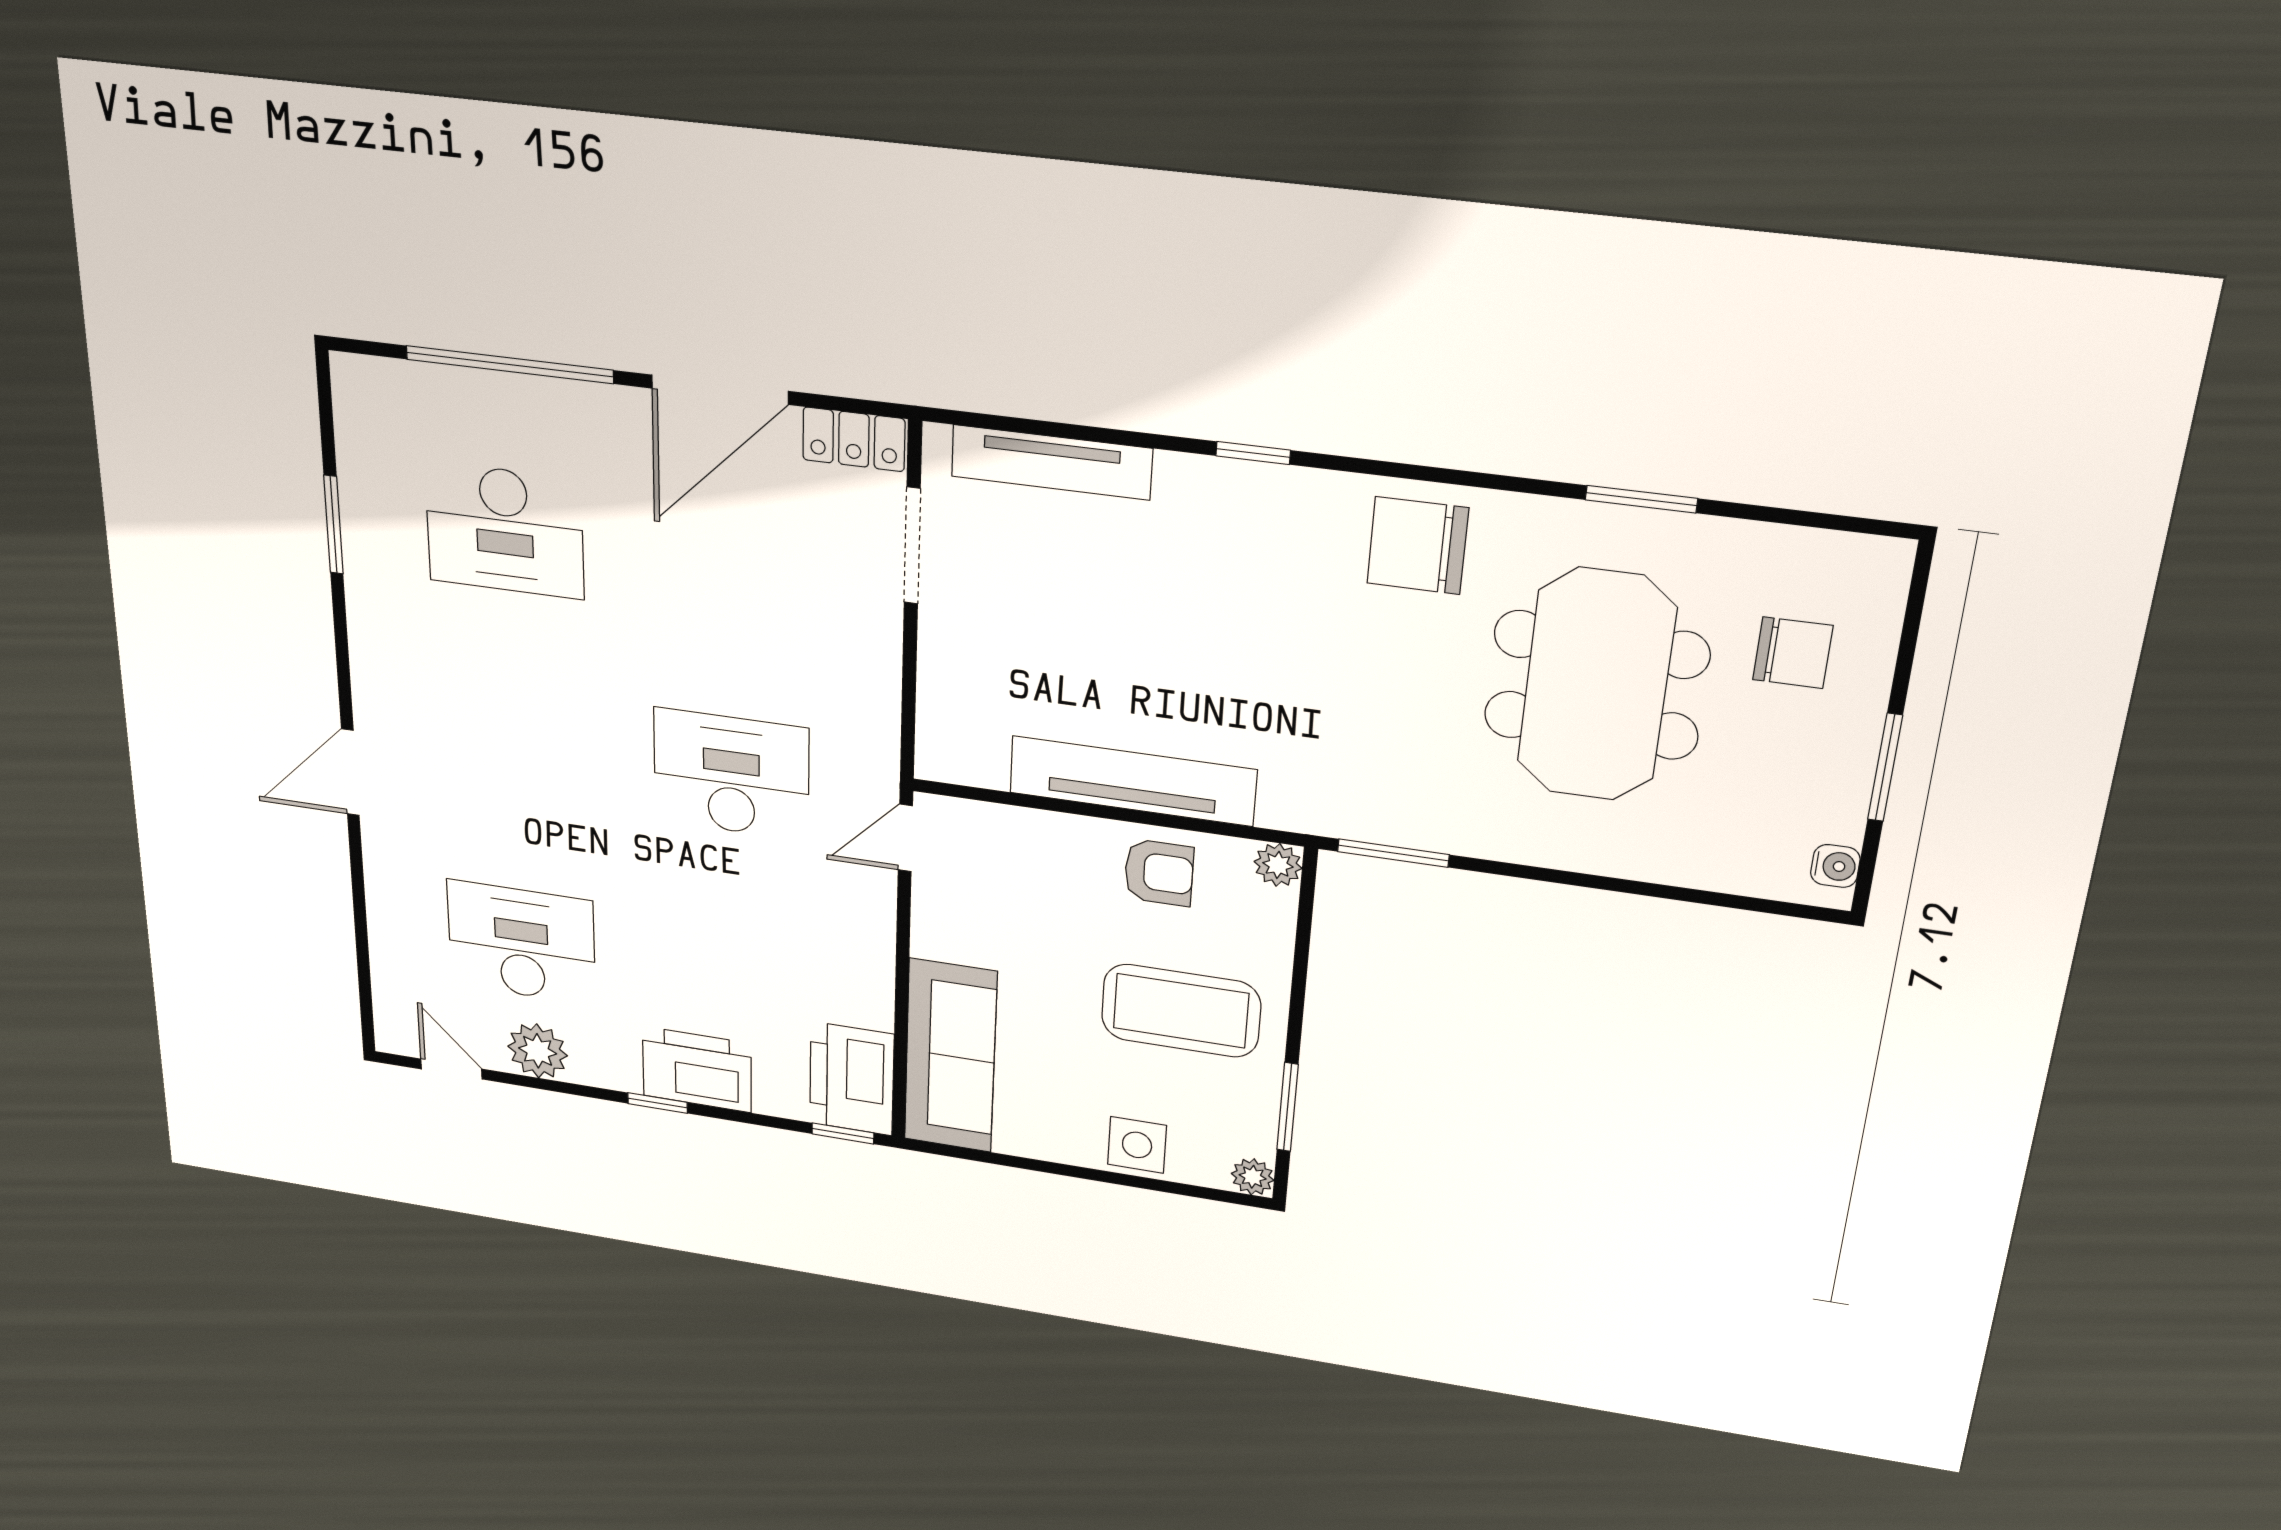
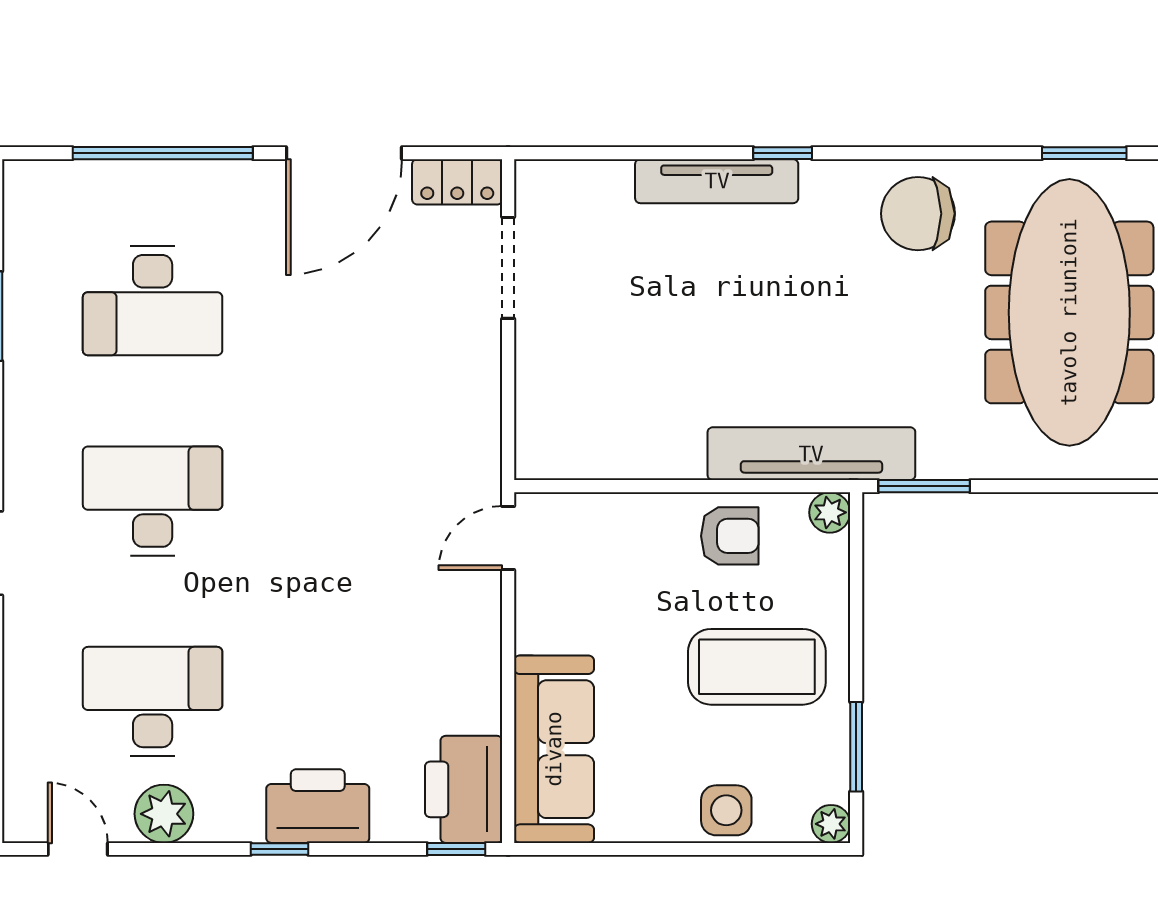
tv unit: (1051, 462) -> (717, 181), moved
meeting table: (1596, 685) -> (1069, 312), width x1.36
desk: (731, 775) -> (153, 501), moved
tv unit: (1132, 781) -> (811, 454), moved

